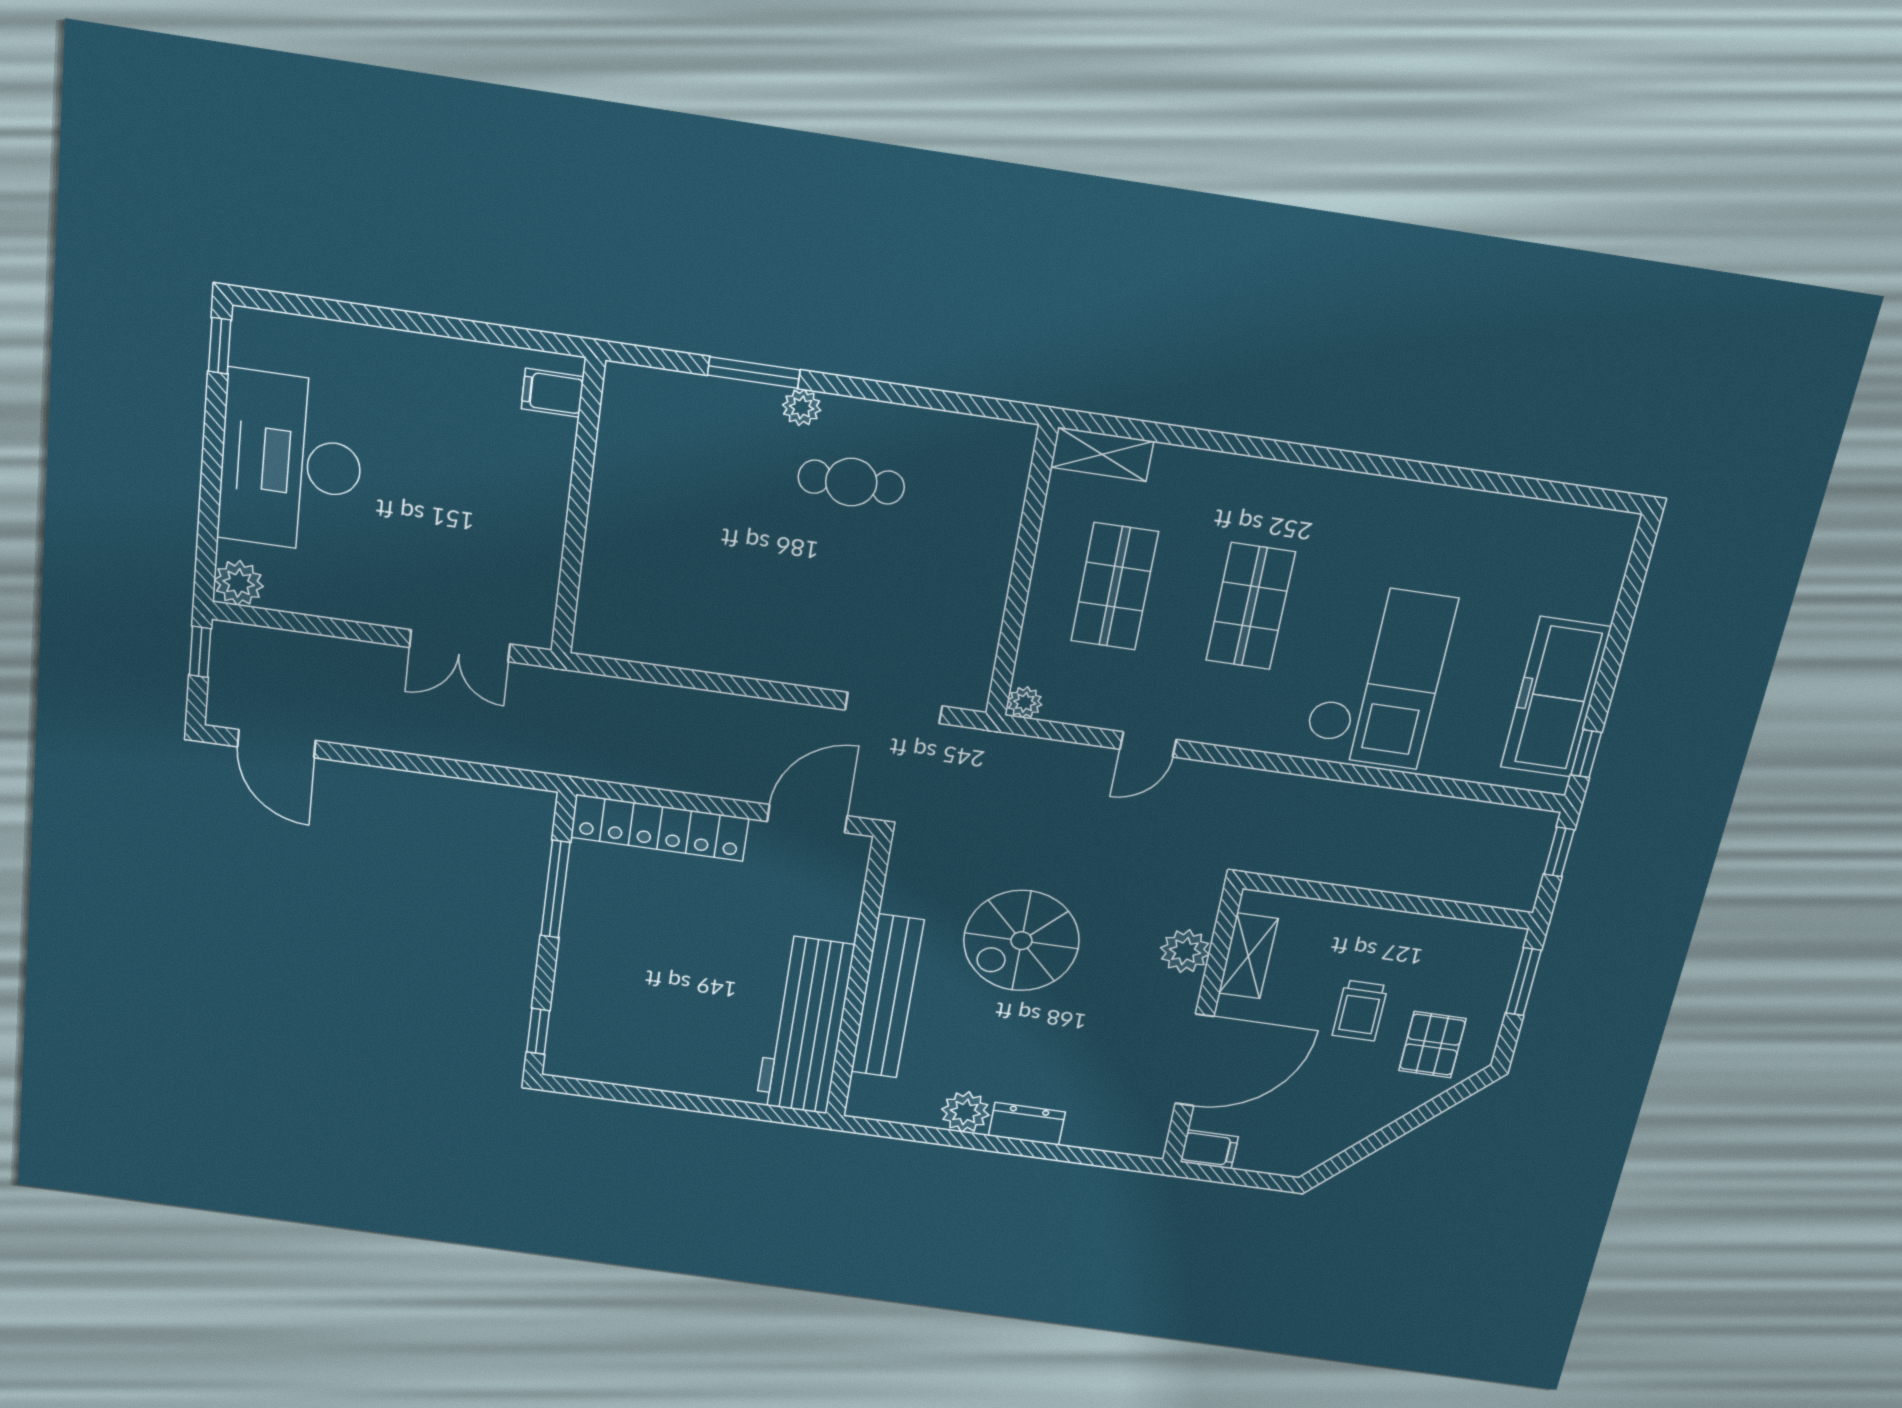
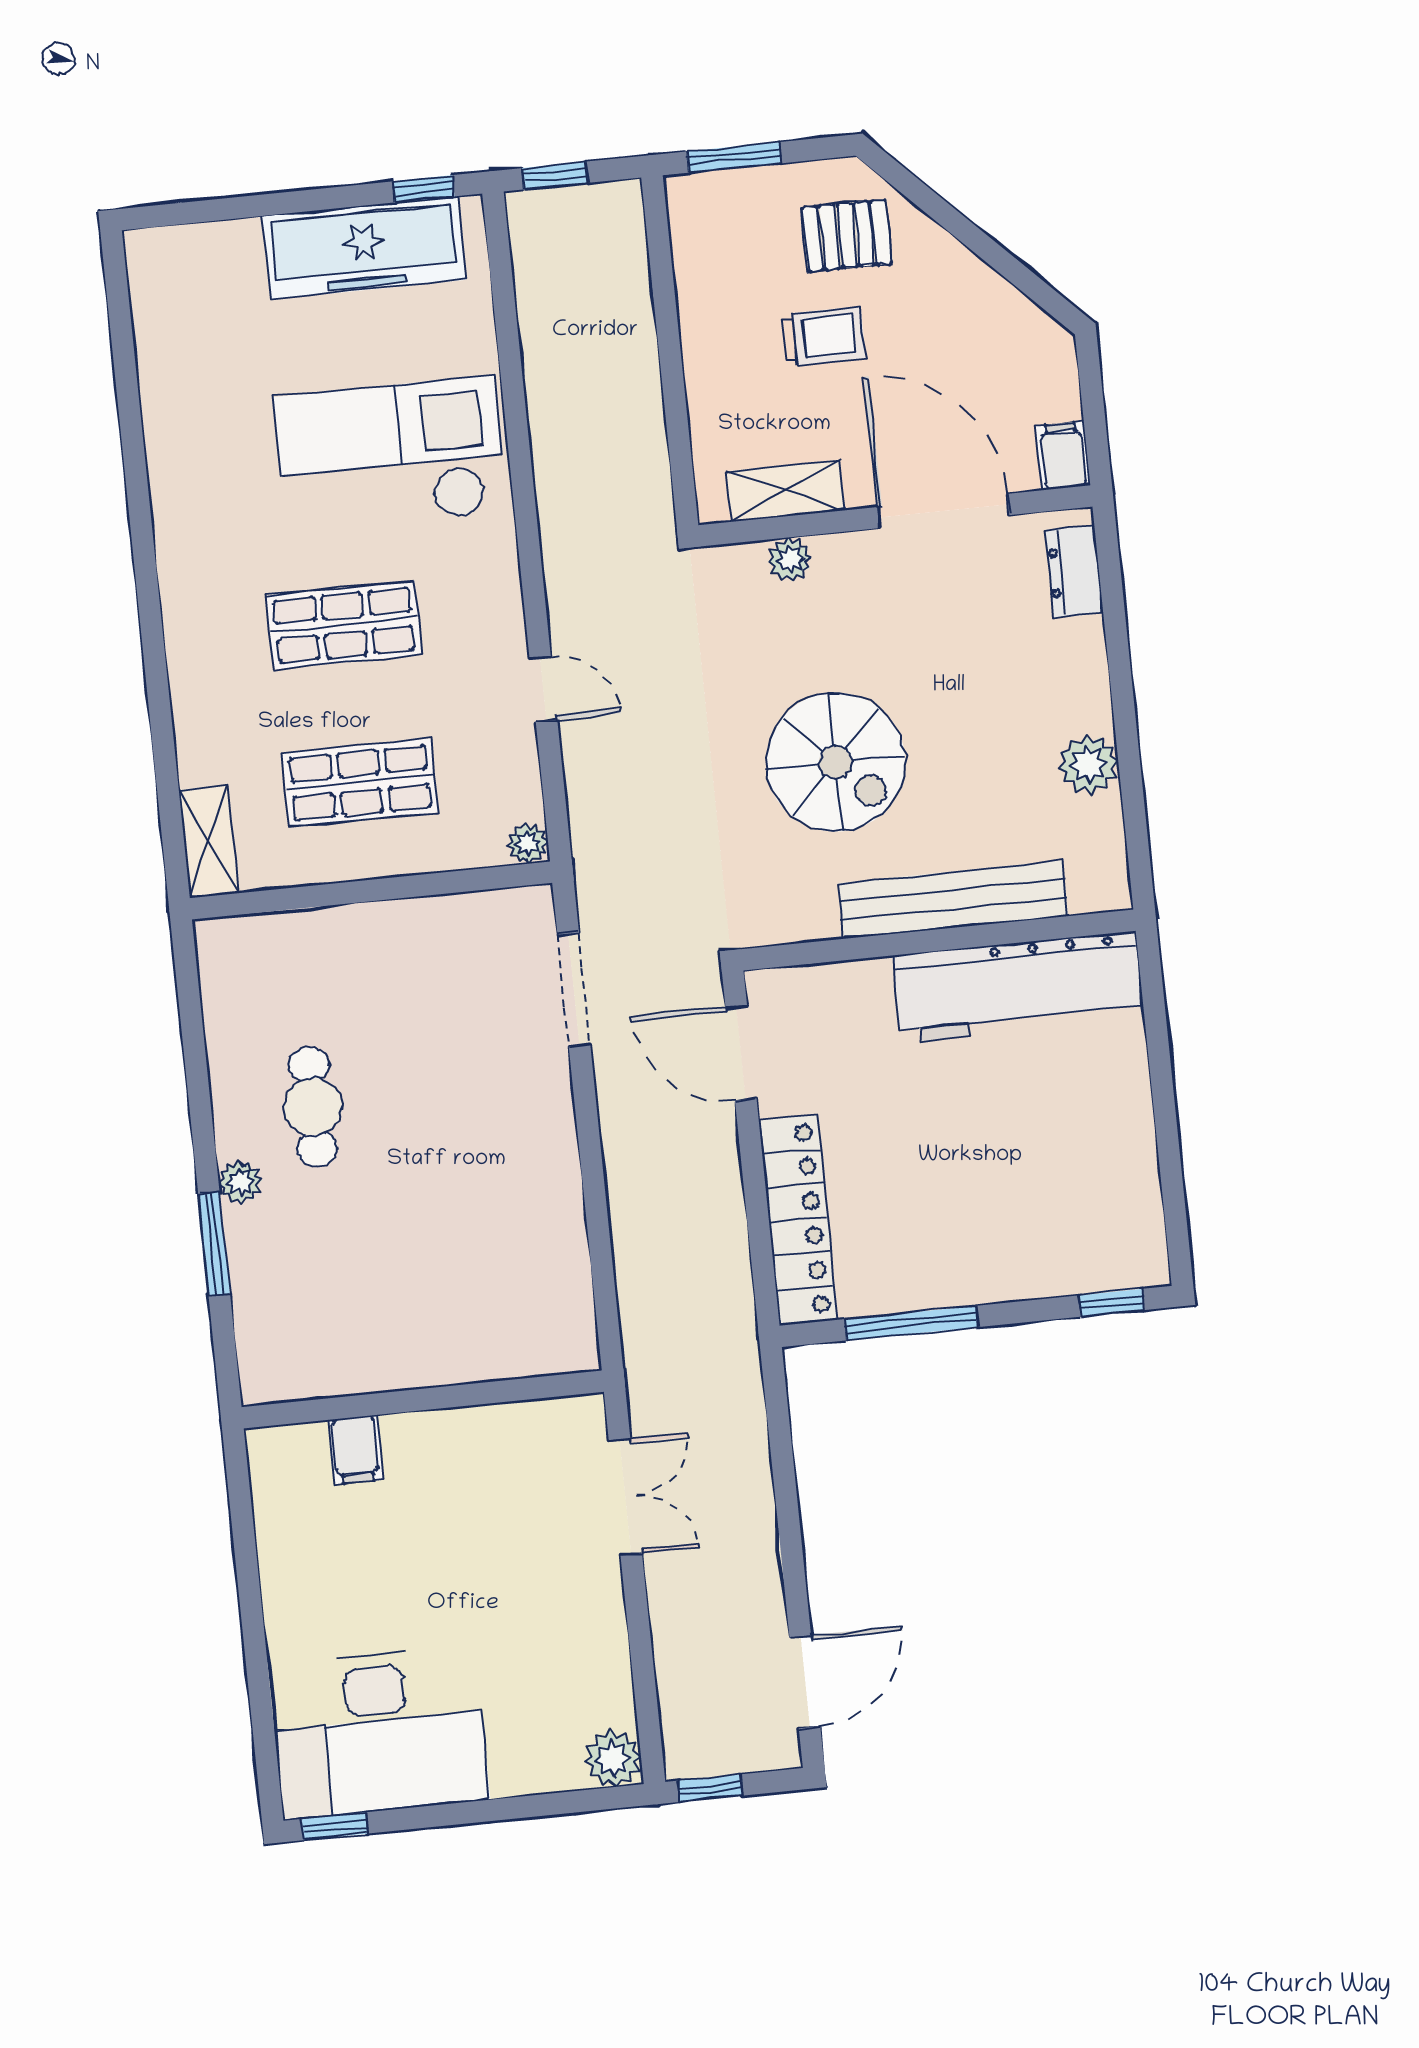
filing cabinet: (552, 393) -> (356, 1450), moved
desk: (291, 463) -> (379, 1733), moved
plant: (1185, 951) -> (790, 559), width x0.73, depth x0.73
dresser: (1027, 1124) -> (1074, 571), moved

